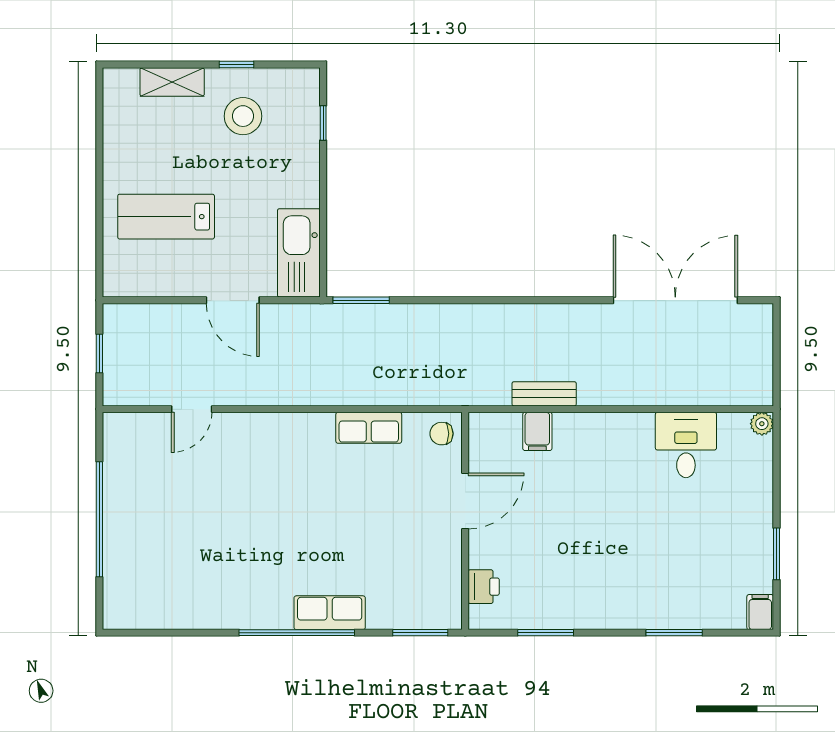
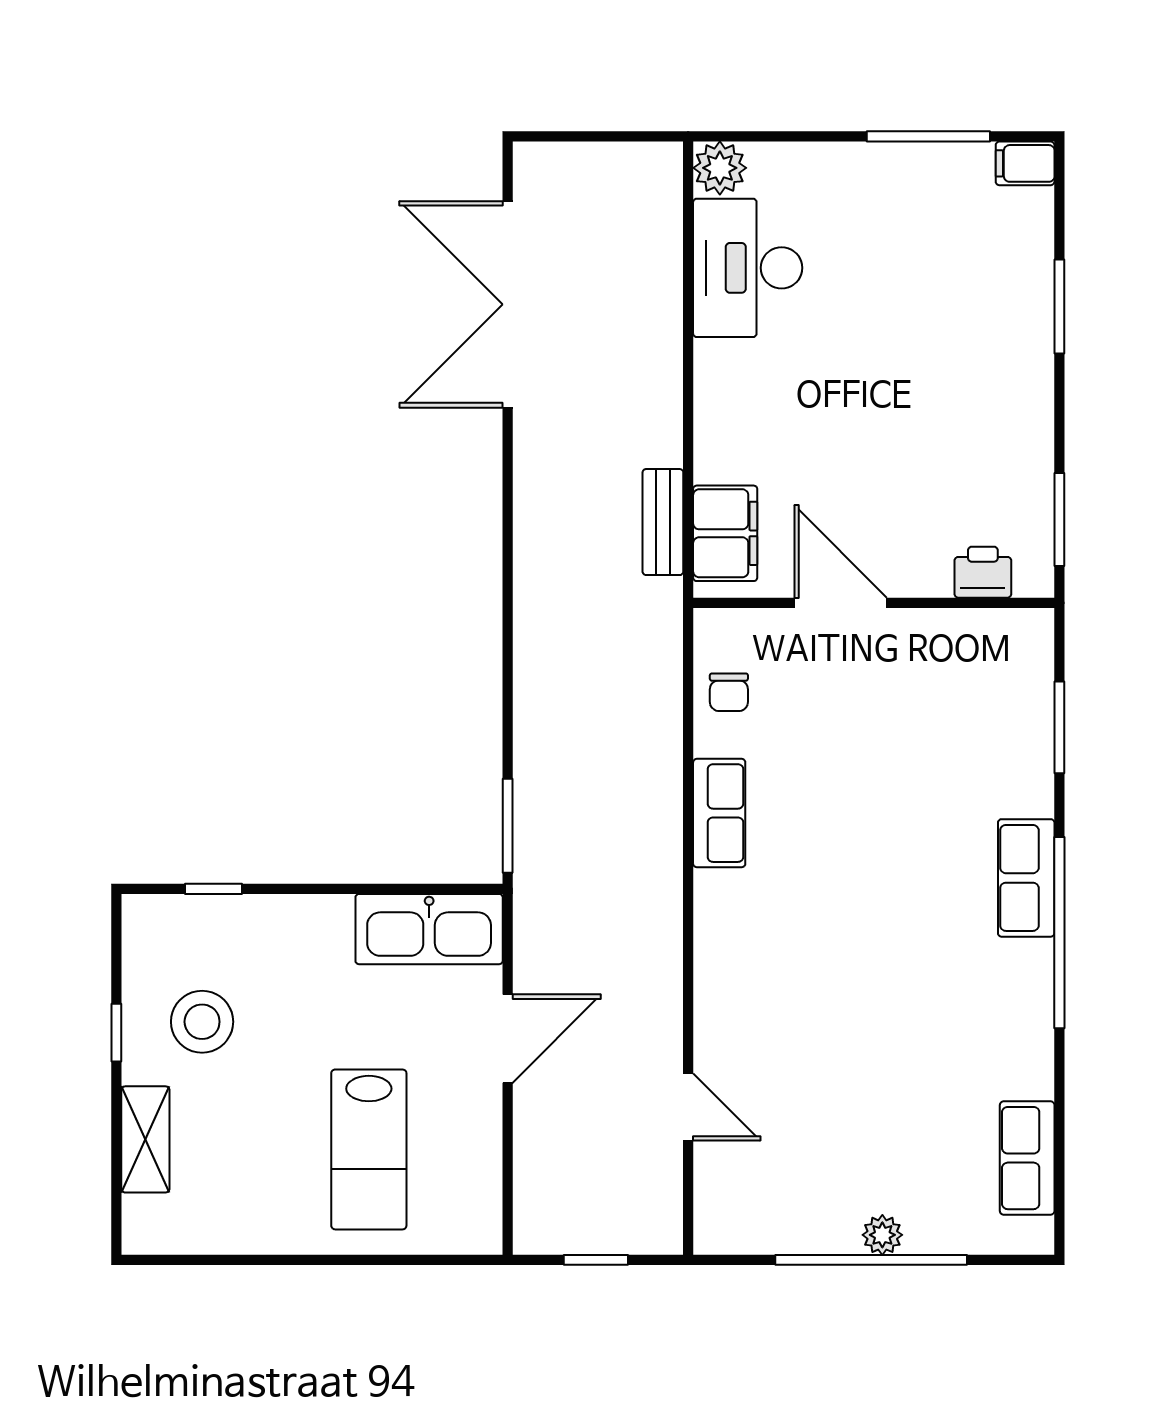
plant: (762, 424) -> (720, 168), width x1.38, depth x1.38
filing cabinet: (537, 431) -> (725, 533), width x2.00
desk: (686, 445) -> (748, 268), width x1.37
door: (465, 501) -> (841, 603), moved
wall: (465, 521) -> (874, 603), moved
plant: (115, 526) -> (882, 1235), added
window: (776, 554) -> (928, 136), width x1.44
printer: (484, 587) -> (983, 572), moved
row of seats: (161, 613) -> (1027, 1158), added

